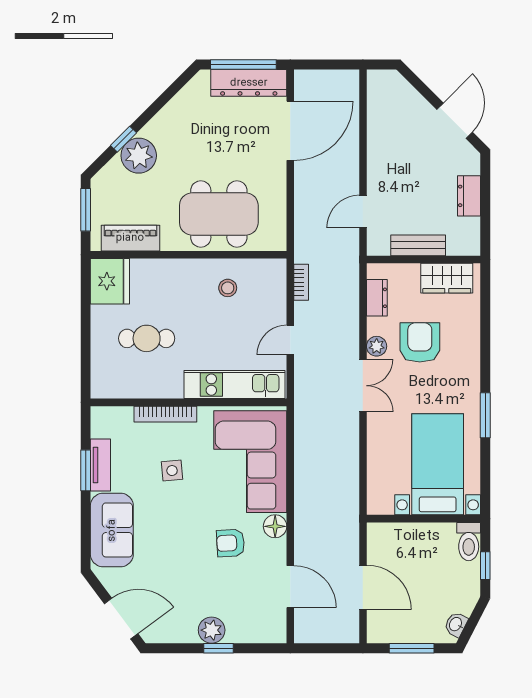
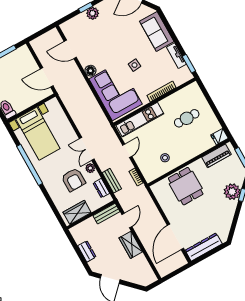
window: (243, 65) -> (210, 253), removed
wardrobe: (381, 163) -> (131, 245), added
dining table: (219, 214) -> (186, 186), width x0.73
bench: (418, 245) -> (106, 214), moved
fridge: (110, 281) -> (219, 137), width x0.53, depth x0.75
bench: (350, 301) -> (112, 181), added
window: (485, 415) -> (30, 165), width x2.11
window: (86, 470) -> (189, 64), moved
side table: (172, 471) -> (134, 65), moved
armchair: (231, 543) -> (105, 54), removed
door: (363, 587) -> (47, 77), moved

